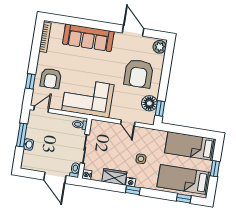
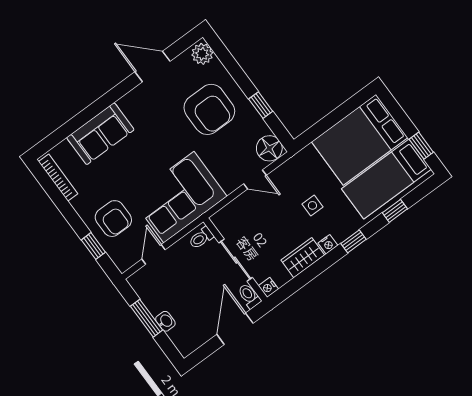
sofa: (88, 38) -> (100, 134), width x0.73
floor lamp: (149, 103) -> (269, 148), moved
window: (160, 108) -> (261, 105), moved
door: (41, 109) -> (154, 254), moved
bed: (190, 146) -> (360, 140), width x1.50
window: (215, 169) -> (421, 146), moved
door: (55, 178) -> (235, 329), swing flipped
window: (133, 190) -> (353, 241), moved
window: (184, 198) -> (395, 211), moved

